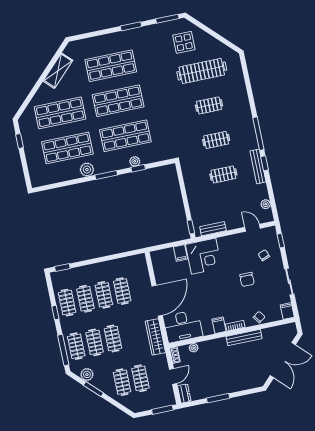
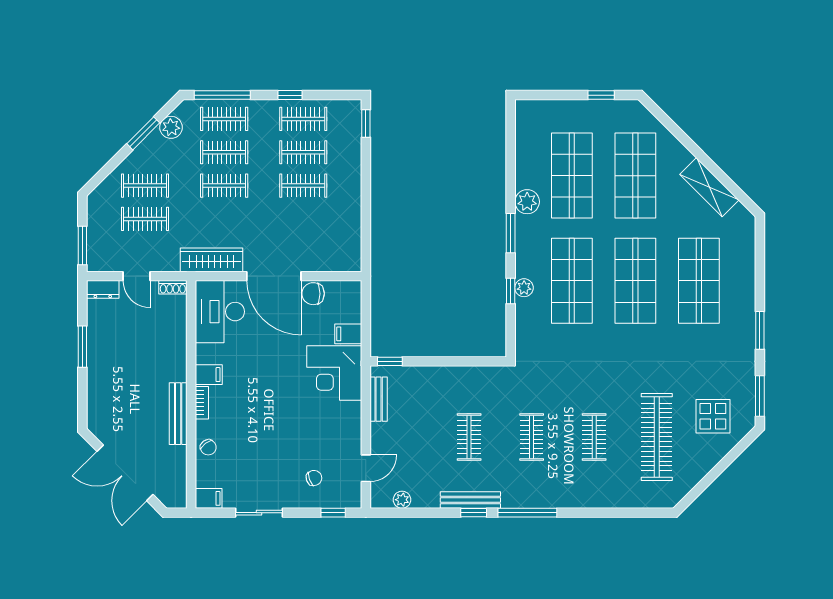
chair: (247, 279) -> (313, 294), moved
clothes rail: (122, 291) -> (303, 219), removed
plant: (194, 348) -> (179, 322), removed

